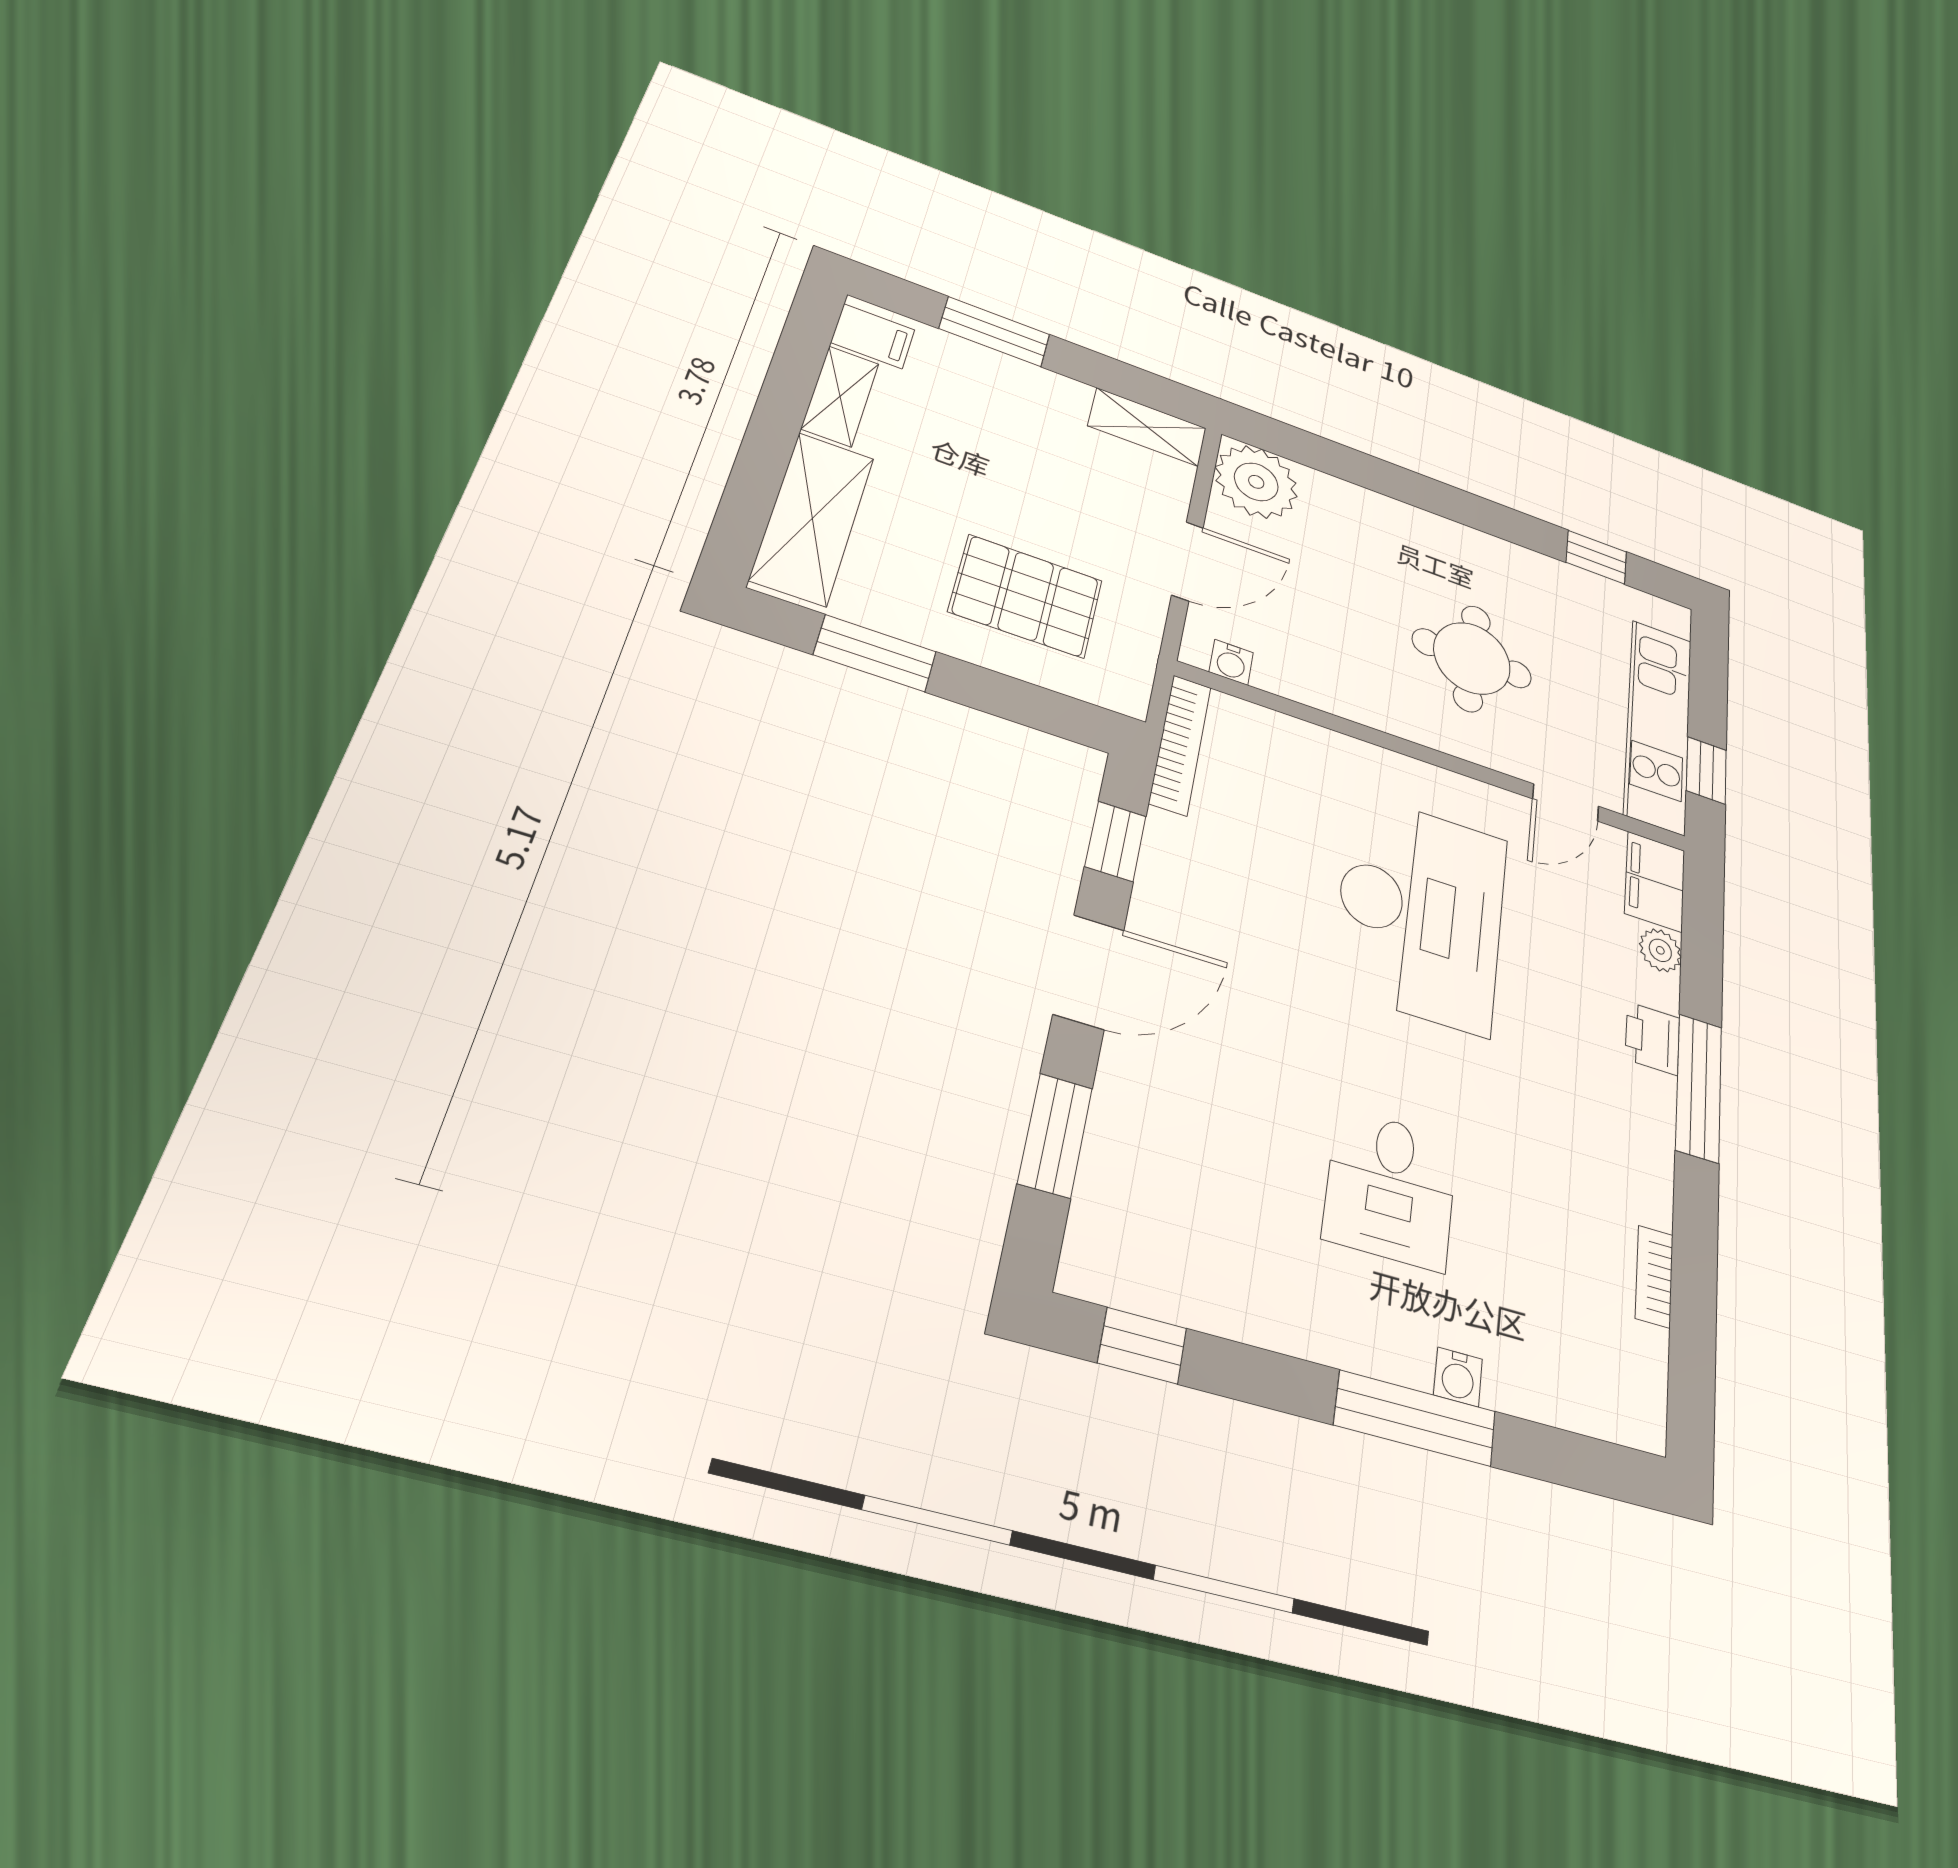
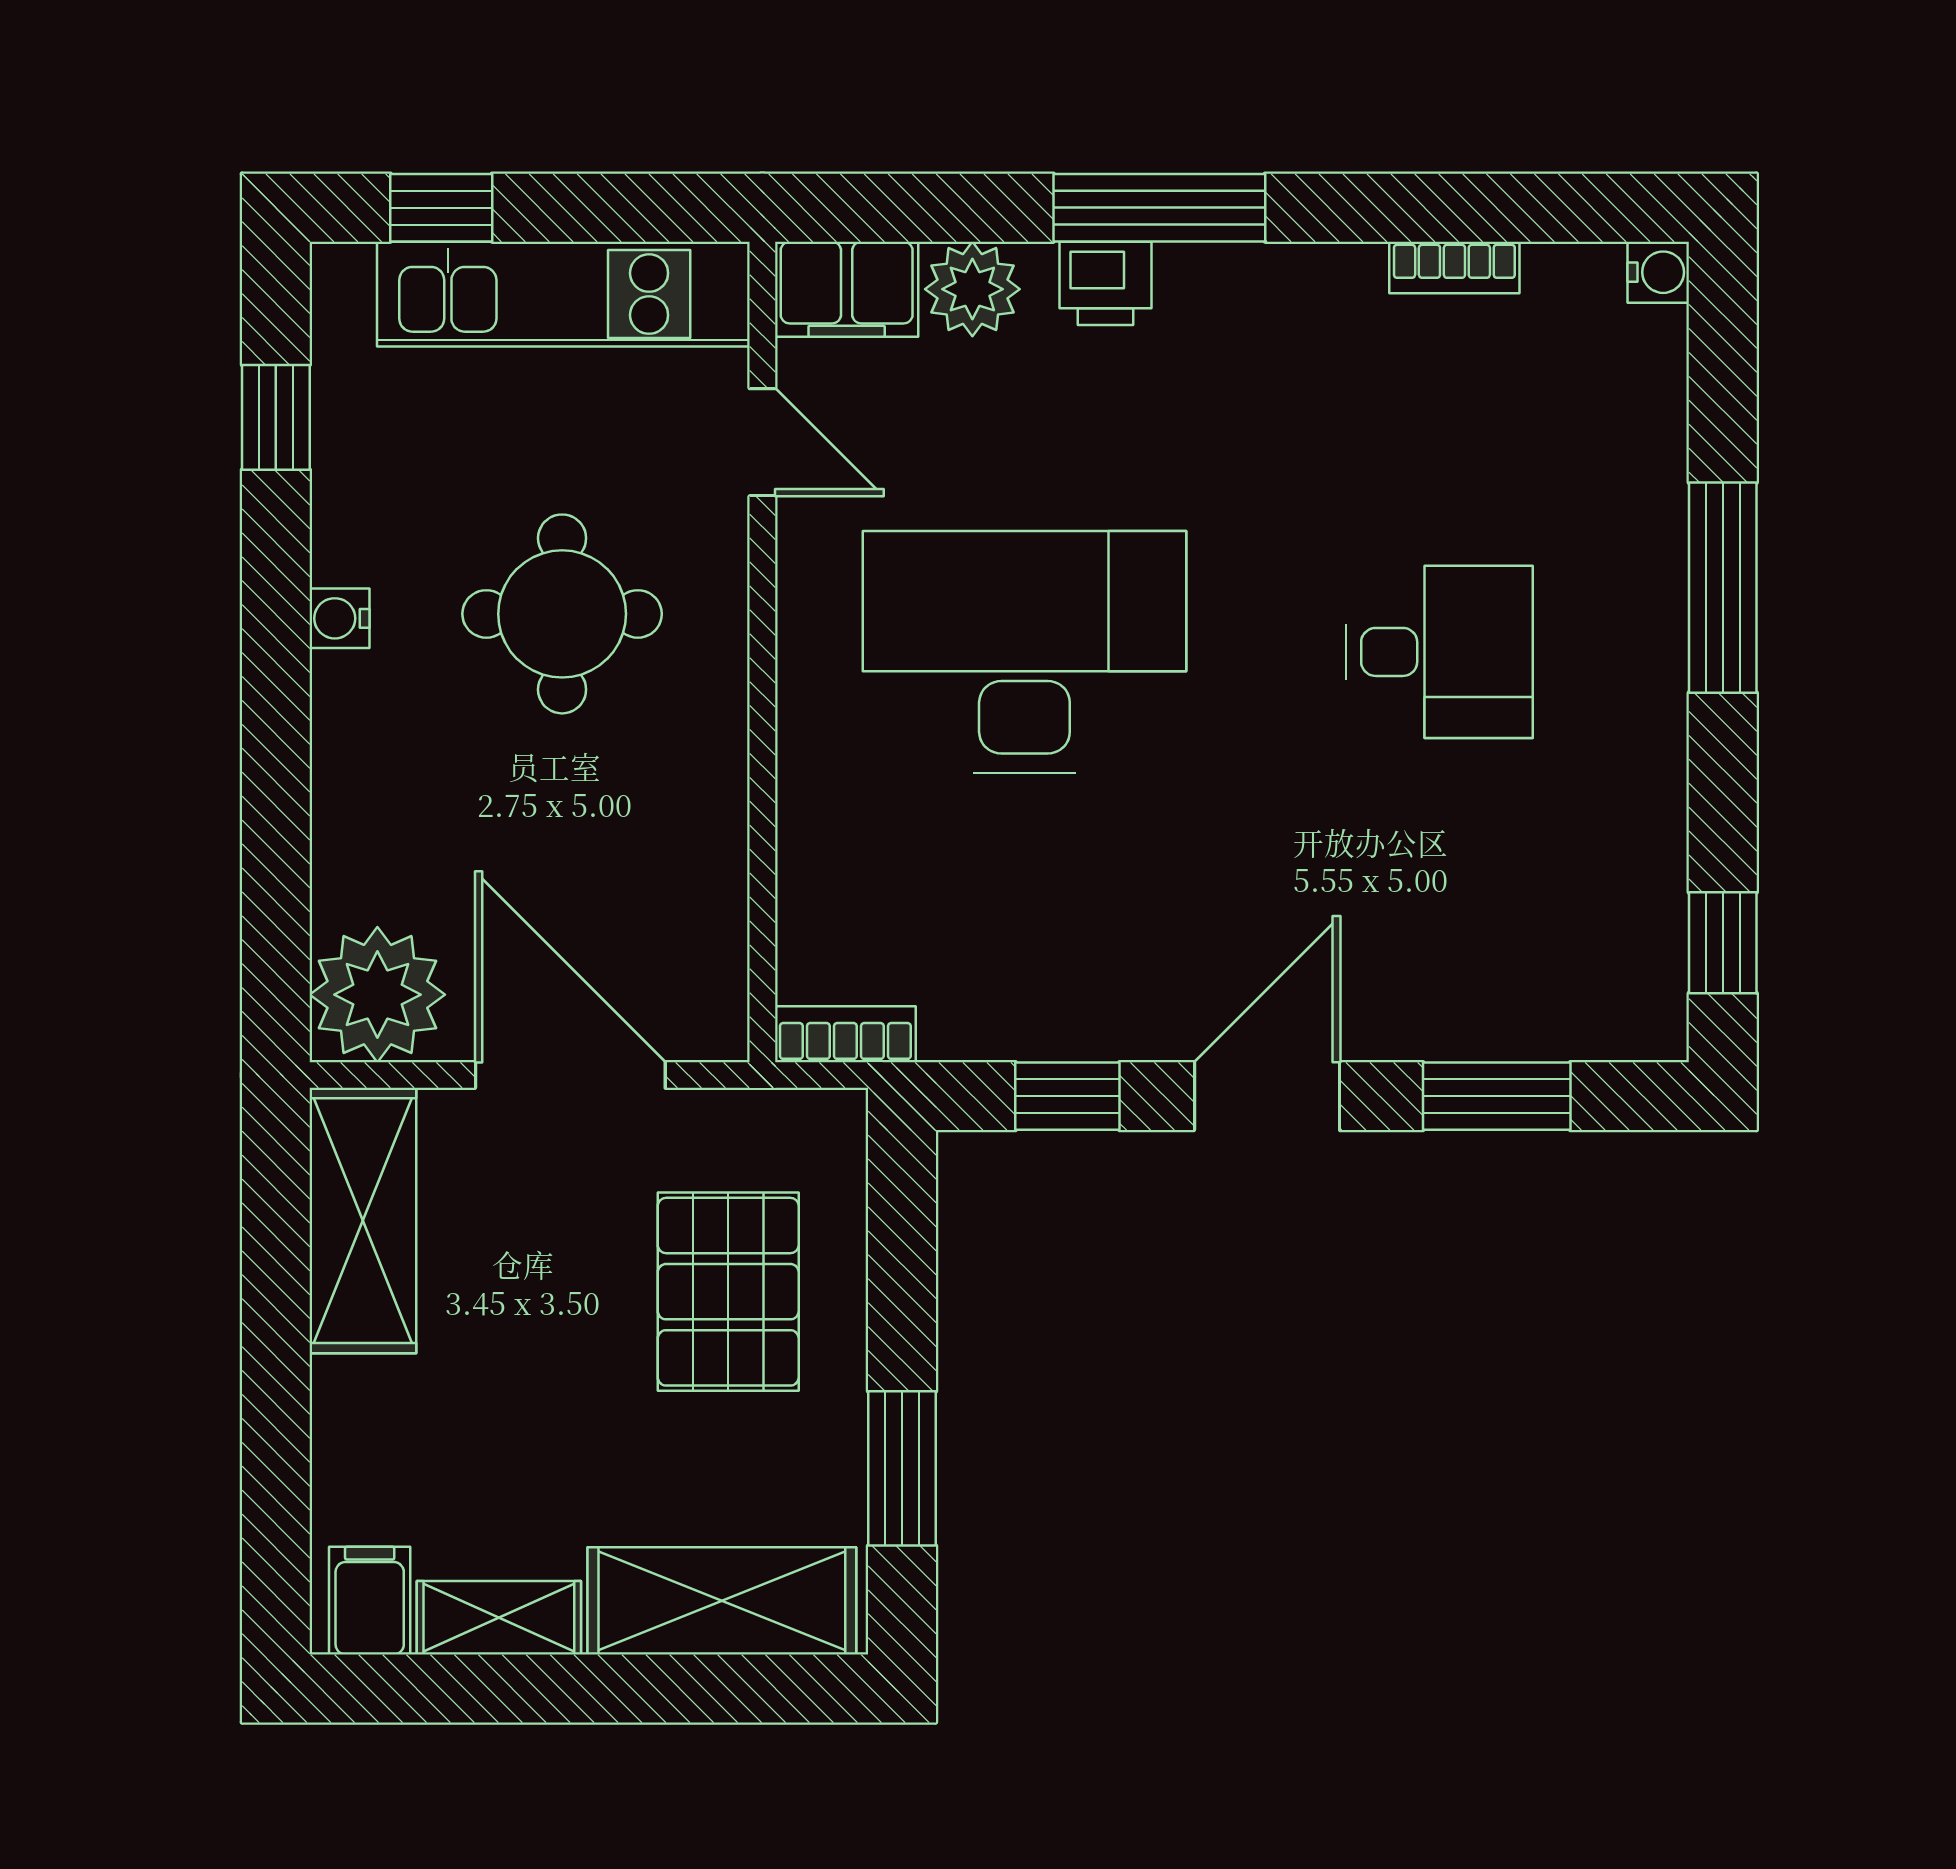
window: (995, 332) -> (276, 1434), removed
shelving: (1147, 427) -> (363, 1221), width x1.50, depth x1.33
door: (1188, 561) -> (570, 1075), width x1.36
water cooler: (1231, 662) -> (340, 618), moved, turned 180
bookcase: (1180, 745) -> (845, 1034), width x0.64
window: (1706, 770) -> (441, 208), moved
plant: (1660, 950) -> (972, 289), width x1.38, depth x1.38
door: (1089, 972) -> (1267, 1096), hinge flipped
water cooler: (1458, 1377) -> (1658, 272), moved

